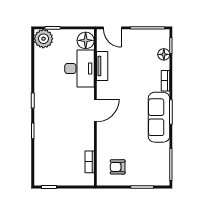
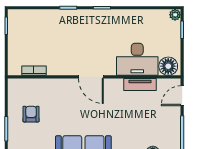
plant: (43, 39) -> (175, 15), width x0.53, depth x0.53
armchair: (118, 167) -> (31, 114), moved

